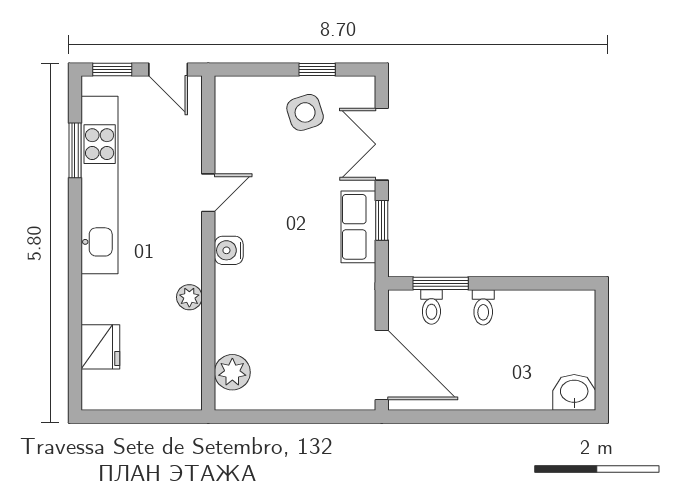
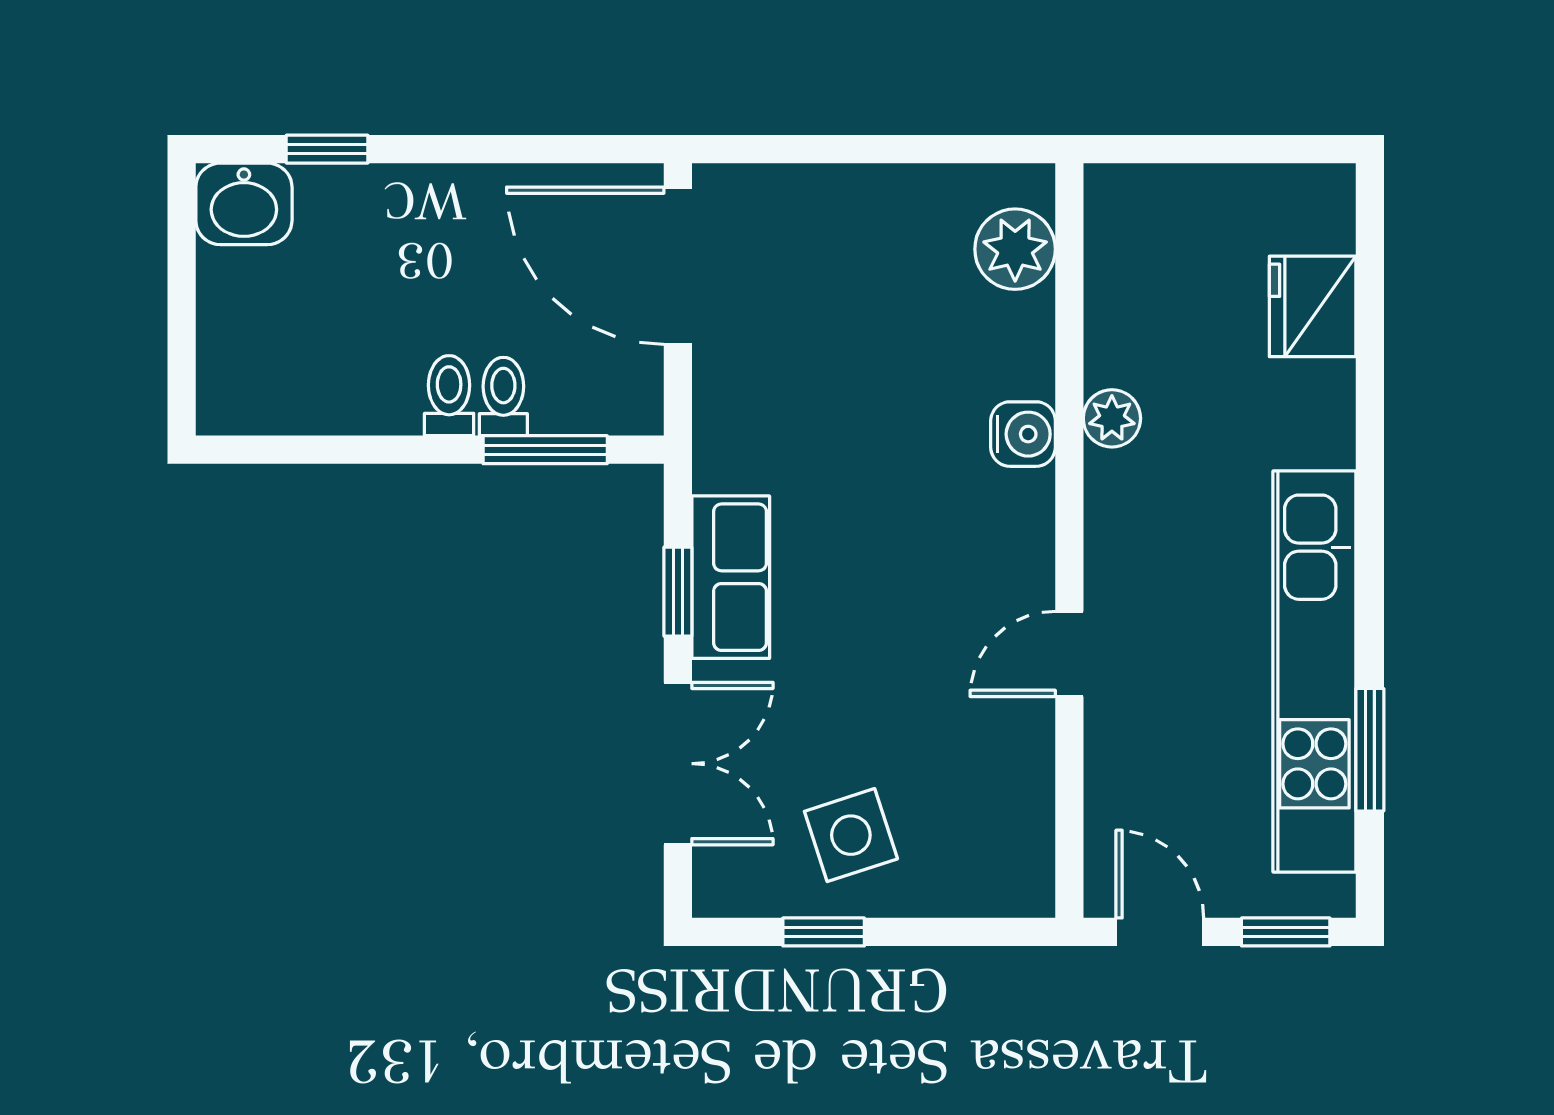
water cooler: (229, 250) -> (1023, 434), moved
toilet: (431, 307) -> (503, 396), moved
window: (537, 417) -> (327, 149), added

